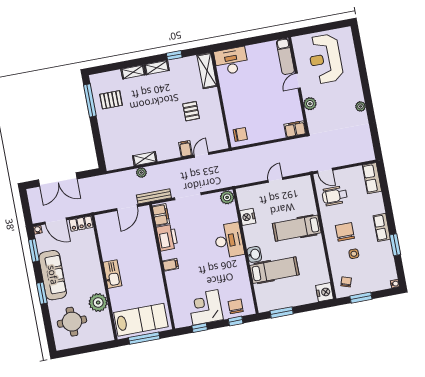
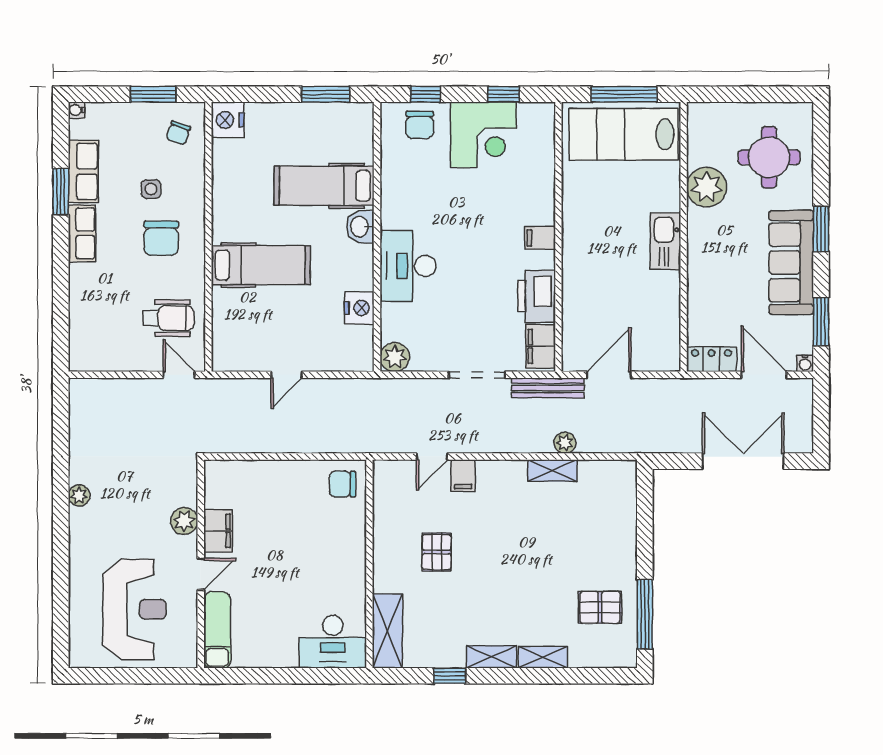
filing cabinet: (295, 129) -> (218, 531), moved, turned -90
row of seats: (372, 178) -> (83, 172), moved

